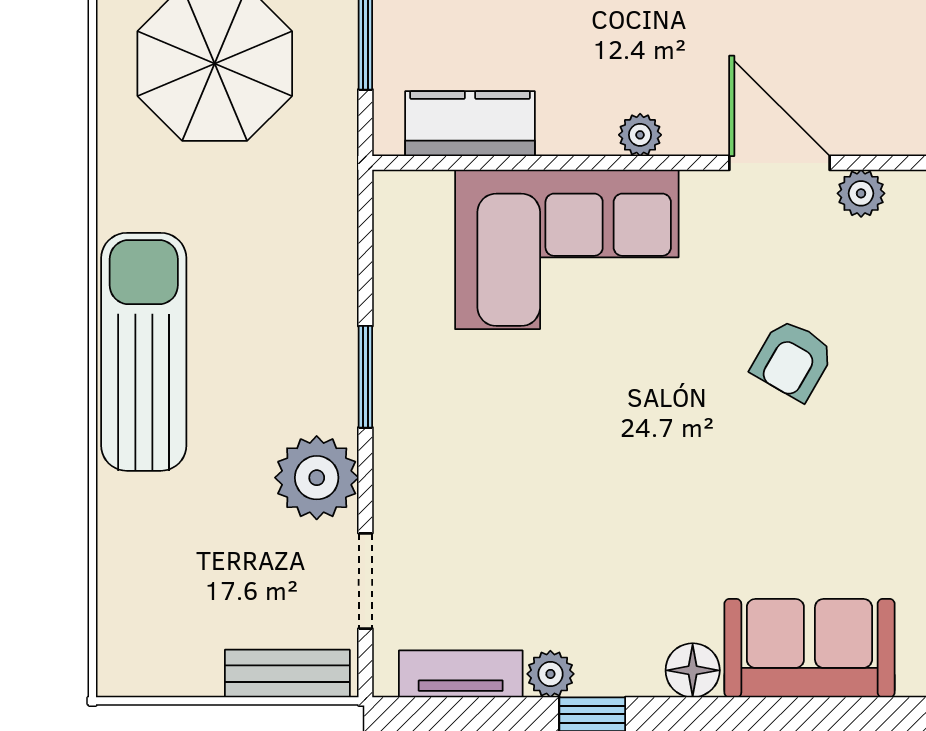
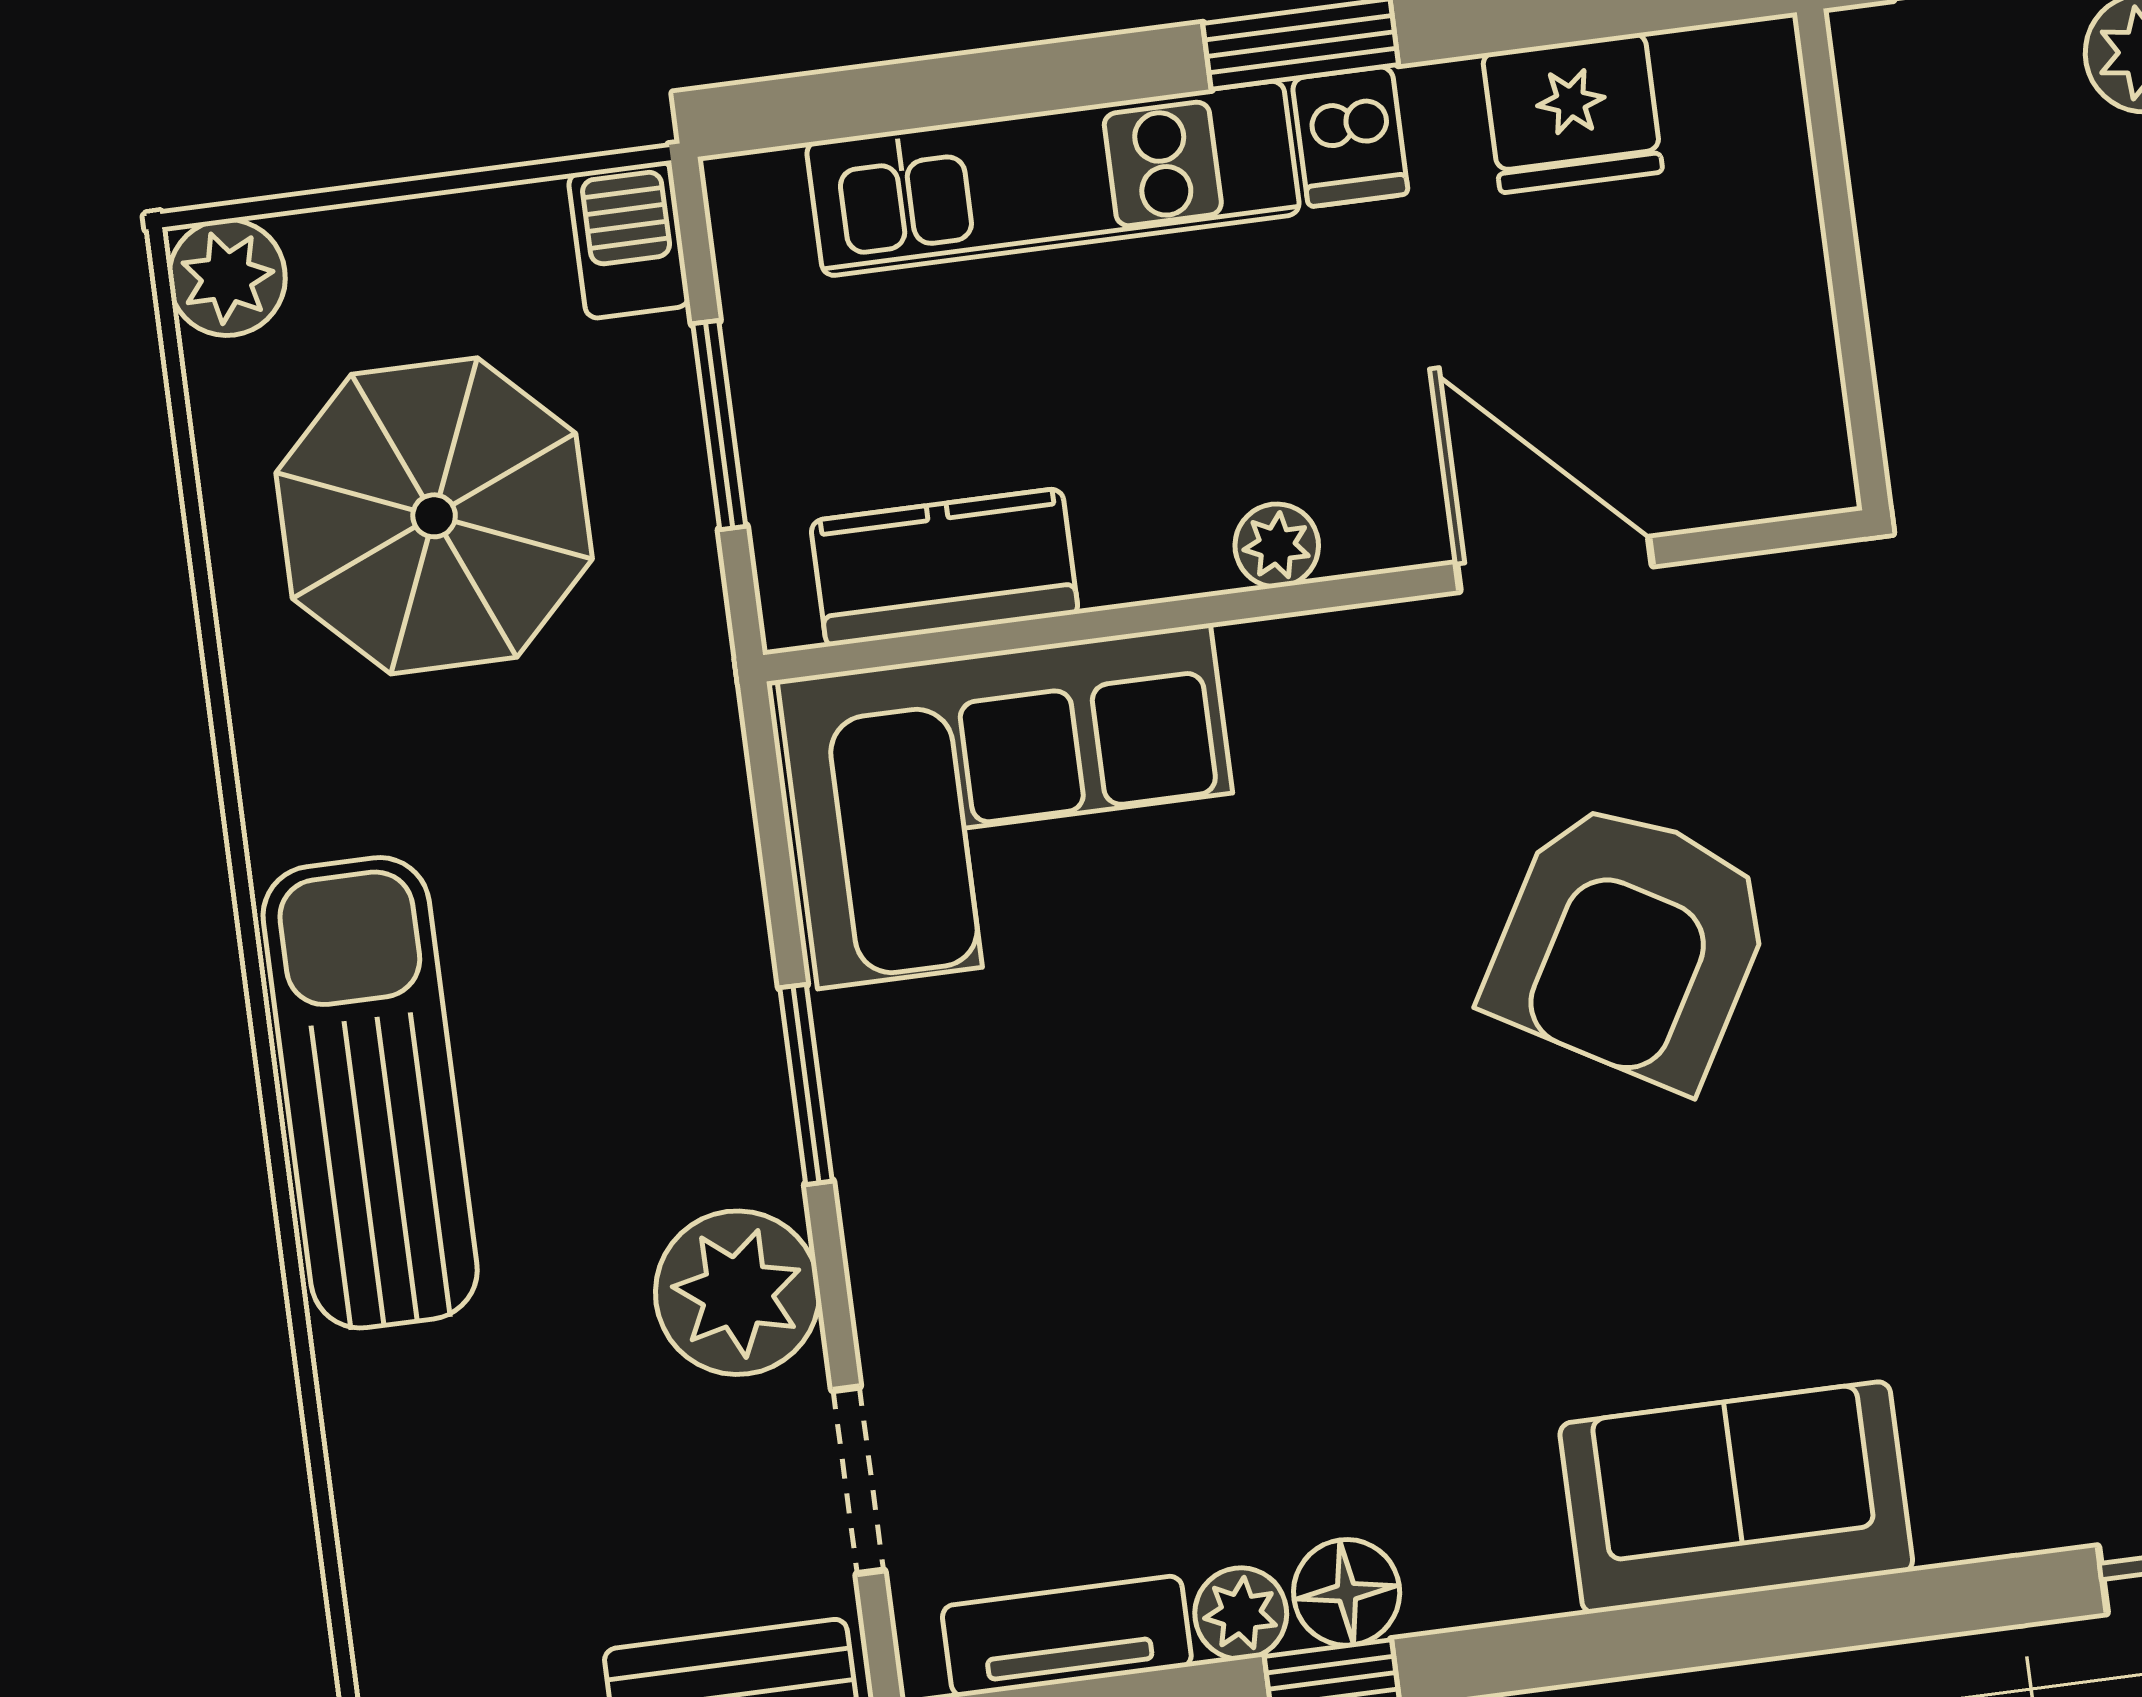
plant: (861, 193) -> (1720, 603), removed
corner sofa: (567, 249) -> (1014, 806), moved
armchair: (793, 360) -> (1630, 943), width x1.88, depth x1.88
floor lamp: (693, 670) -> (1347, 1592), moved

